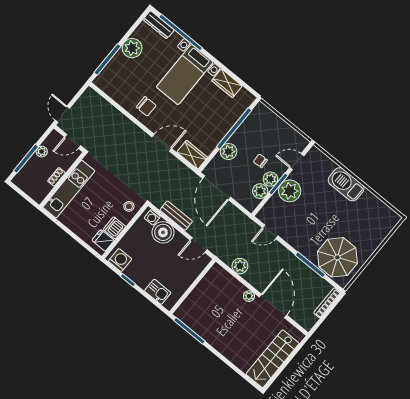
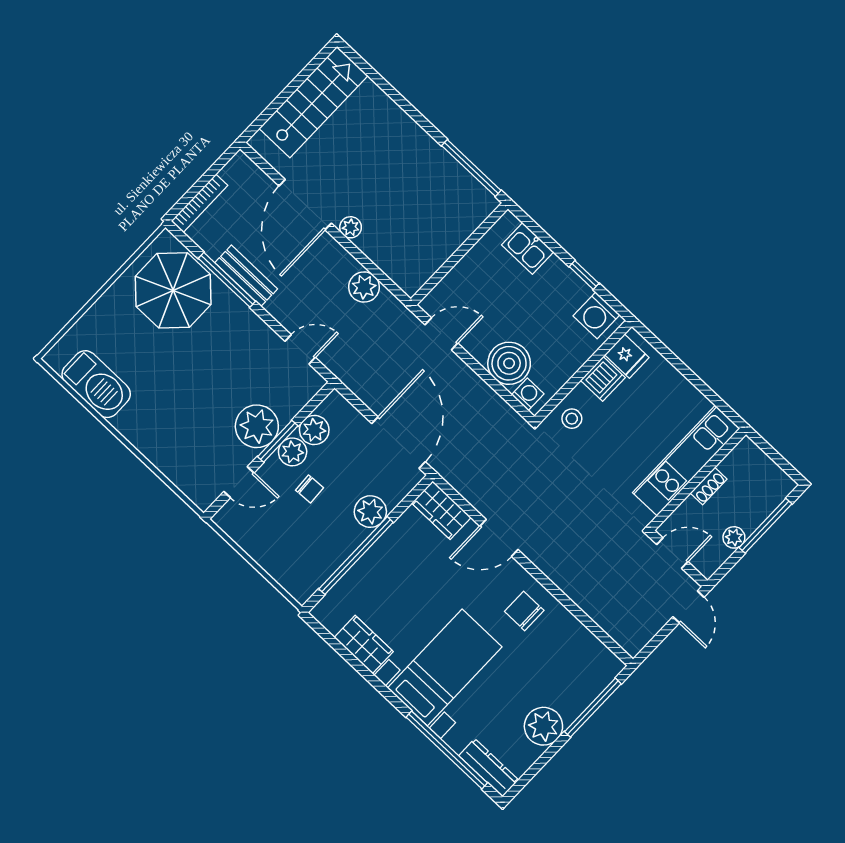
barbecue: (346, 184) -> (96, 384), moved
bench: (176, 216) -> (246, 276), moved

